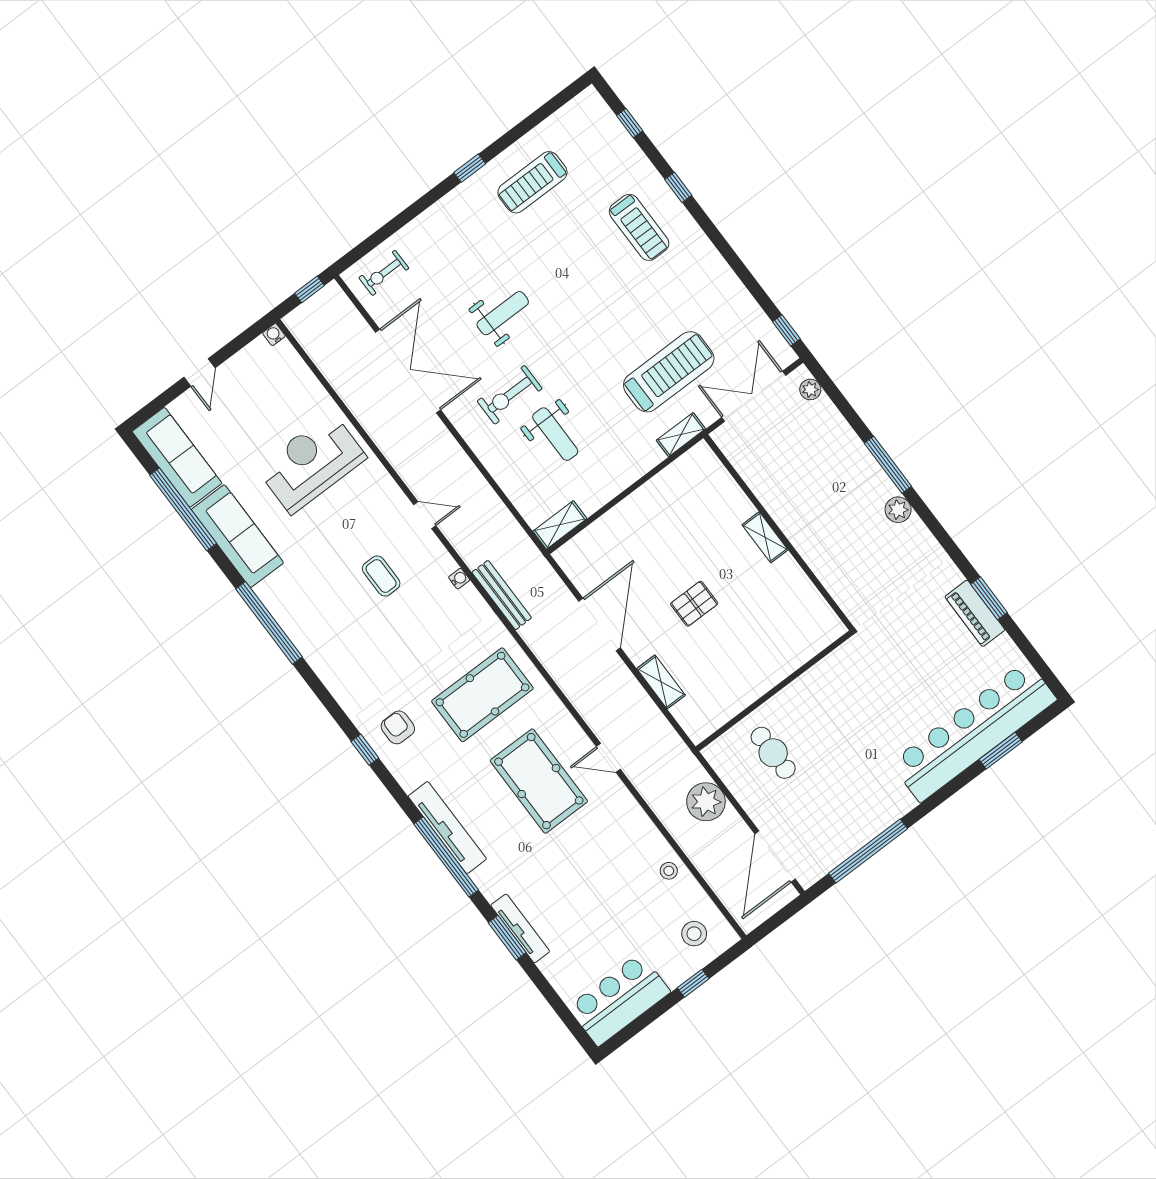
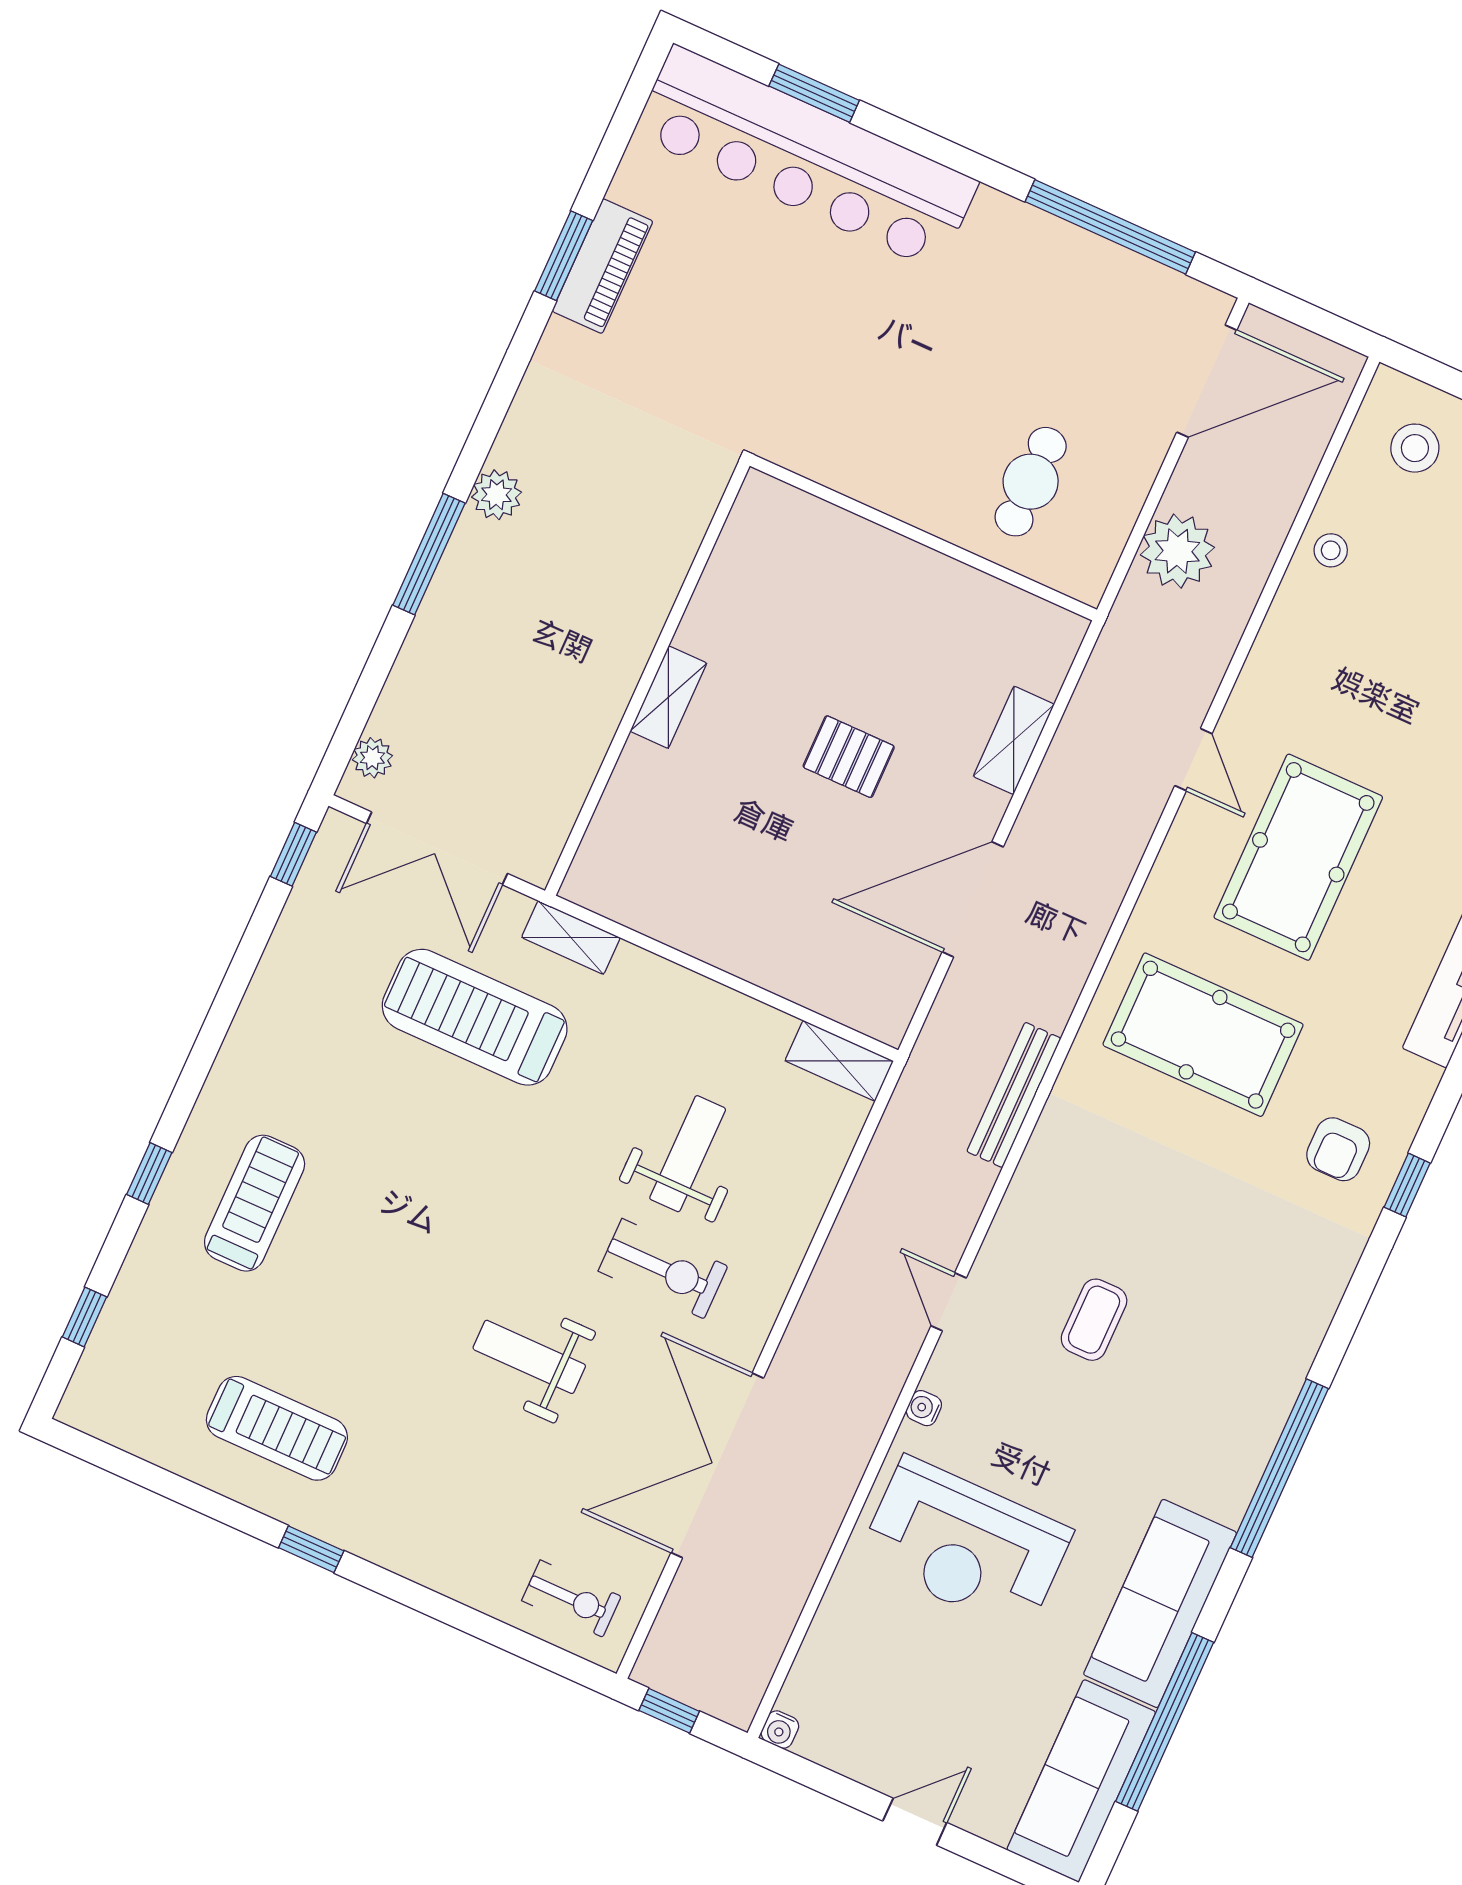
water cooler: (459, 579) -> (924, 1408), moved

